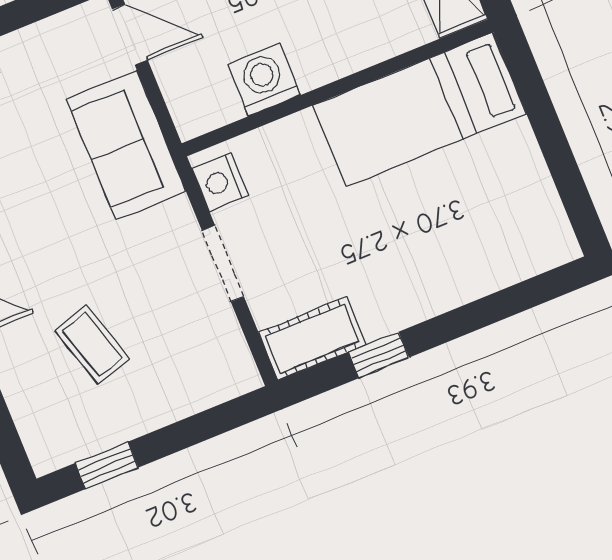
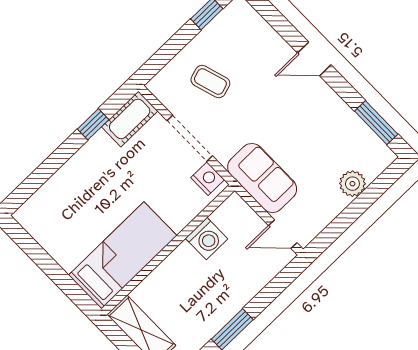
doorway: (223, 264) -> (190, 138), width x1.38
coffee table: (92, 345) -> (210, 82), moved

